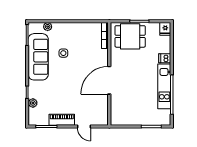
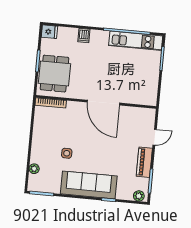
sofa: (38, 57) -> (89, 185), moved
kitchen unit: (164, 86) -> (136, 41), moved
plant: (33, 103) -> (139, 196), moved

